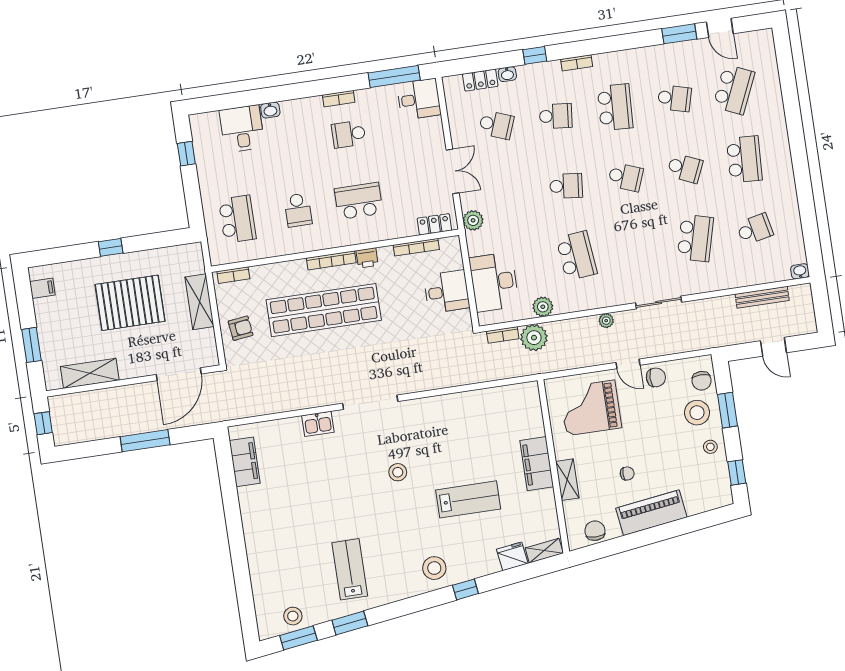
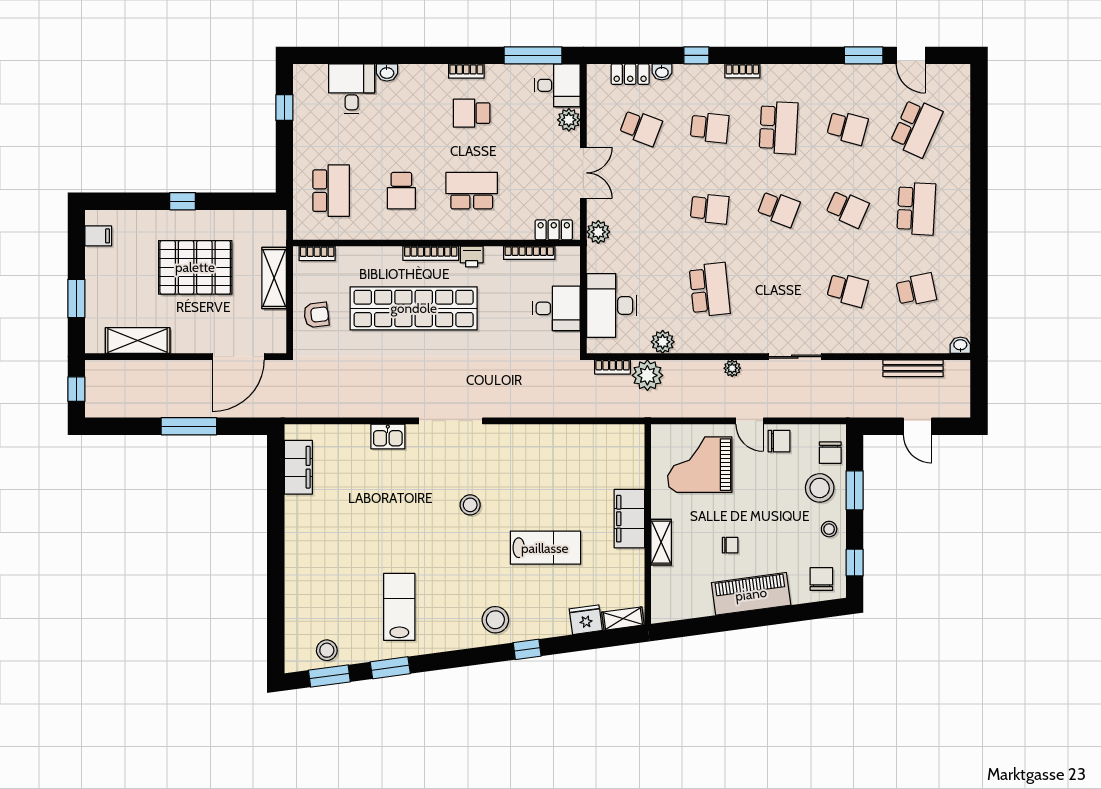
plant: (433, 127) -> (569, 120), added
school desk: (695, 238) -> (847, 290), width x0.54
chair: (595, 531) -> (821, 579), moved

